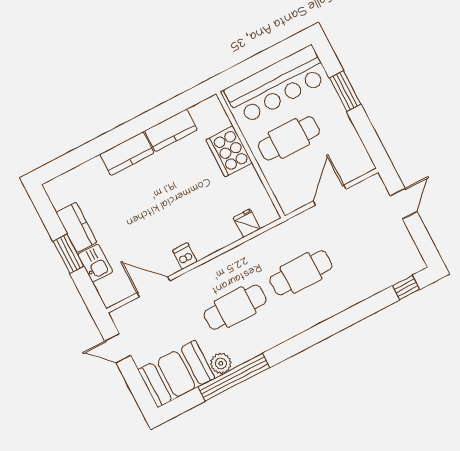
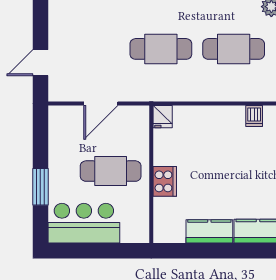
bar counter: (277, 85) -> (84, 223), width x0.73
cooker: (229, 151) -> (165, 181), width x0.73, depth x0.76
fridge: (247, 223) -> (163, 117), moved

